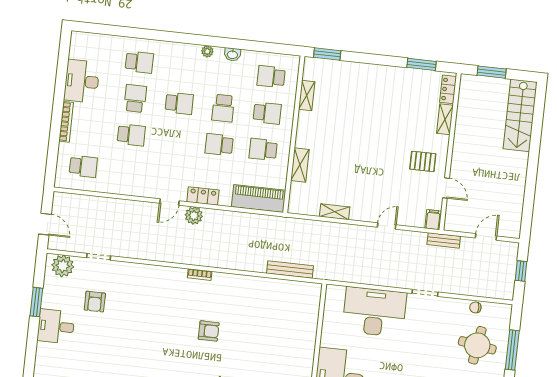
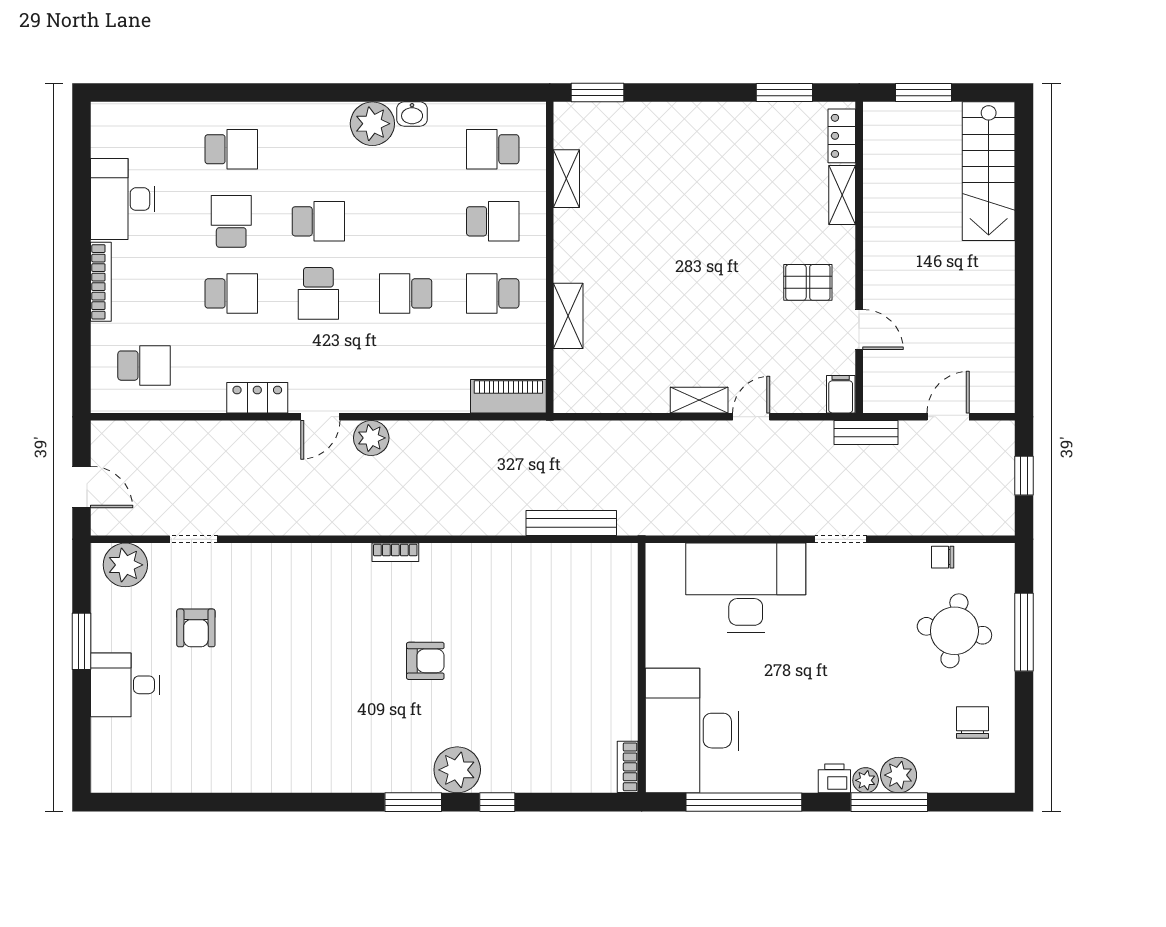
plant: (207, 51) -> (372, 124), width x1.87, depth x1.87
school desk: (223, 108) -> (318, 293), moved
locker: (203, 196) -> (257, 398), moved
piano: (259, 199) -> (508, 396), width x0.73, depth x0.75
shelving: (335, 212) -> (699, 400), moved

